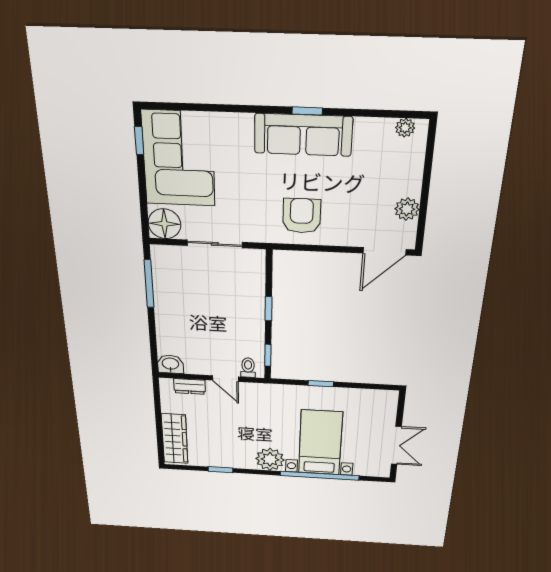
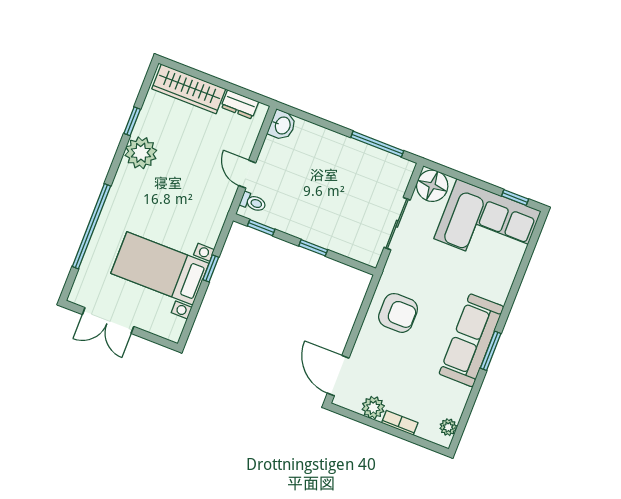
window: (307, 111) -> (491, 351), width x1.50
bookcase: (415, 178) -> (400, 423), added
door: (225, 379) -> (247, 174), hinge flipped
dresser: (189, 386) -> (240, 104), moved, turned -90
bed with nightstands: (320, 443) -> (160, 268), moved, turned 180
plant: (270, 459) -> (141, 153), moved

